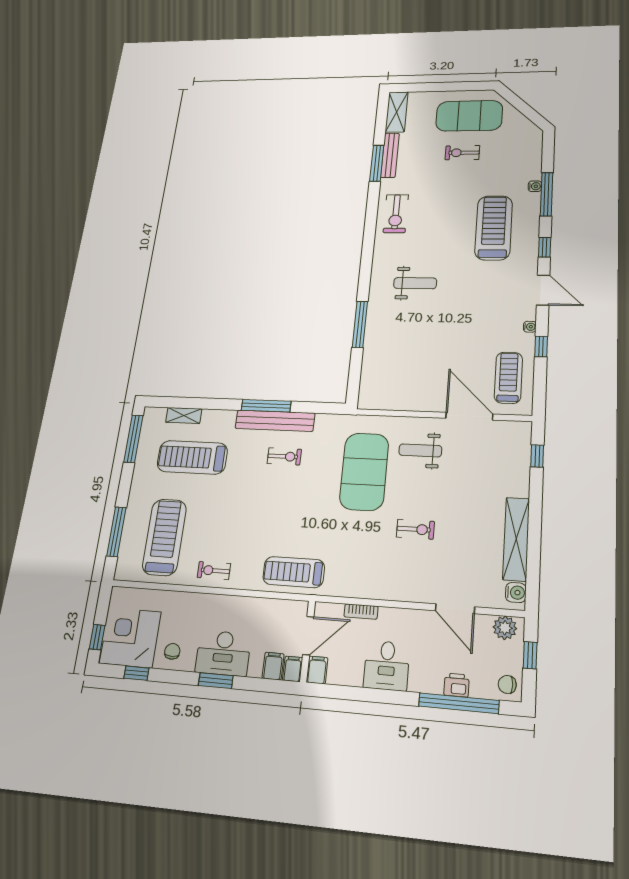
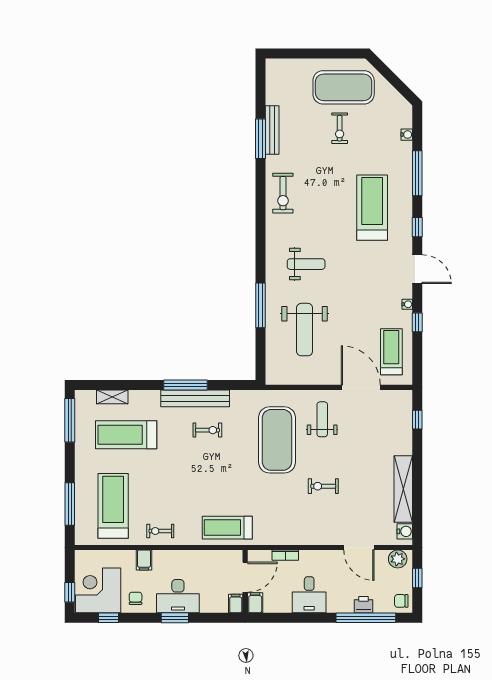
shelving: (397, 112) -> (275, 81), removed
exercise bike: (462, 153) -> (340, 128), turned -90
water cooler: (535, 186) -> (407, 135), moved
weight bench: (408, 351) -> (305, 330), added
weight bench: (420, 450) -> (322, 419), turned 90
exercise bike: (415, 529) -> (323, 486), turned 180
filing cabinet: (273, 666) -> (144, 560), moved, turned 180

